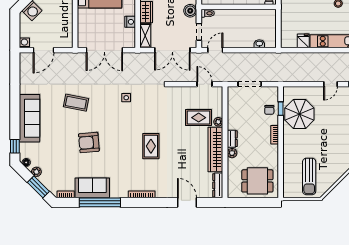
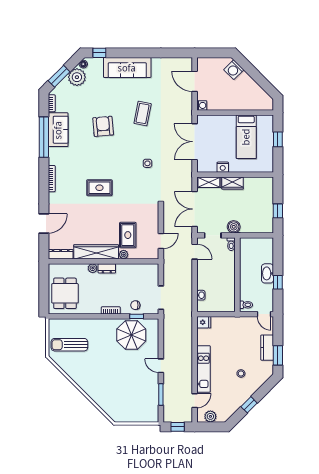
fridge: (303, 41) -> (204, 322), moved
washing machine: (24, 43) -> (202, 105), moved
doorway: (250, 84) -> (161, 298), moved
plant: (36, 172) -> (77, 77), width x1.88, depth x1.88

